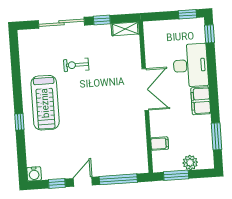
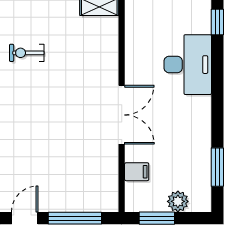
double door: (145, 89) -> (122, 115), moved
filing cabinet: (201, 101) -> (199, 115), removed

